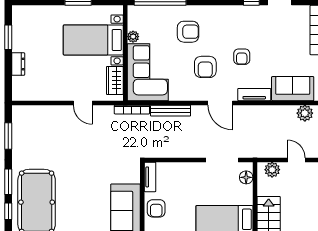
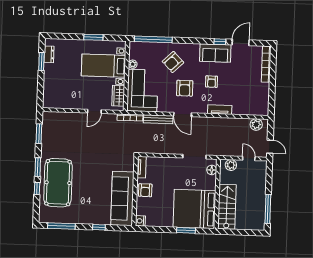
armchair: (188, 32) -> (173, 62), turned 136
dresser: (18, 64) -> (49, 54), moved
sofa: (293, 89) -> (215, 53), moved, turned 180
door: (83, 103) -> (94, 111), hinge flipped
door: (220, 103) -> (183, 114), moved

